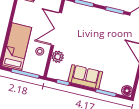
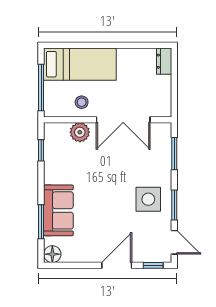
side table: (108, 25) -> (148, 199), added
double door: (56, 29) -> (123, 120), swing flipped
sofa: (85, 77) -> (58, 210), moved

